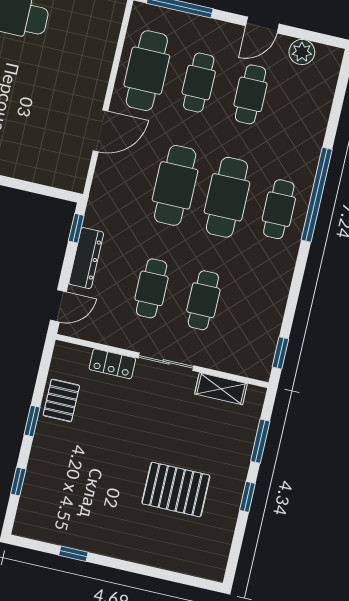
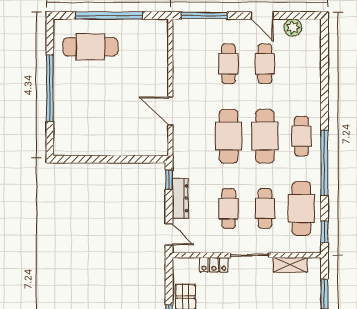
door: (262, 25) -> (262, 16), hinge flipped
cafe table: (147, 71) -> (301, 208), moved
door: (101, 131) -> (170, 111), swing flipped
window: (317, 195) -> (324, 163), moved
door: (58, 306) -> (169, 234), hinge flipped

